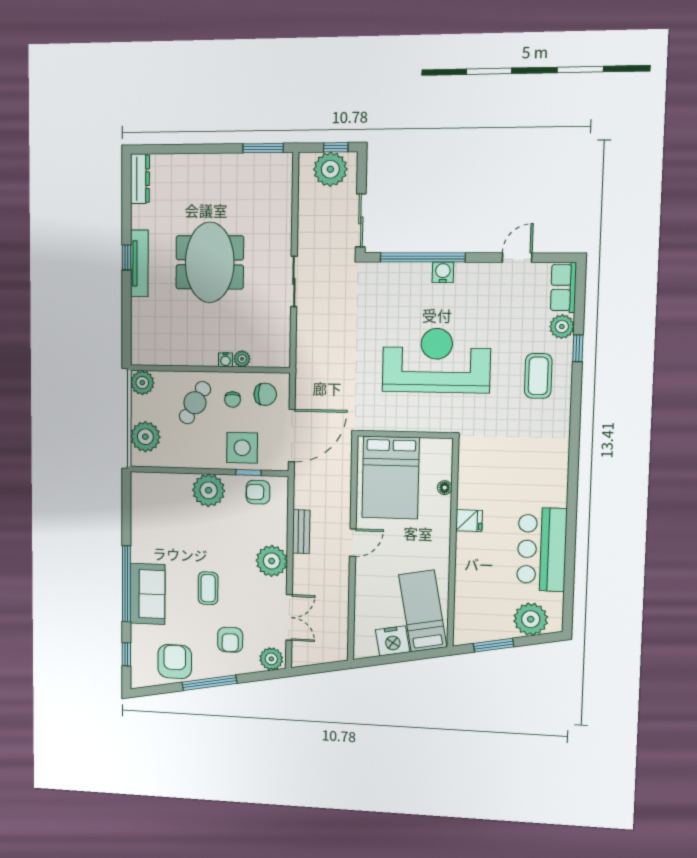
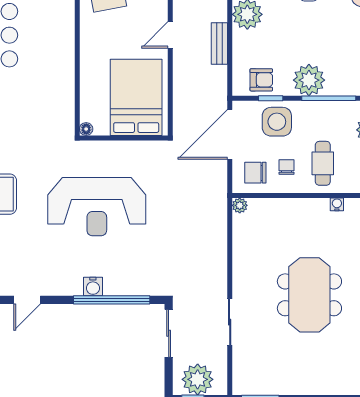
sliding door: (294, 281) -> (230, 322), moved
plant: (242, 359) -> (240, 205), moved
water cooler: (225, 360) -> (337, 204), moved
cafe table: (195, 403) -> (323, 163), turned -30
window: (188, 471) -> (329, 98), added
floor lamp: (445, 488) -> (86, 129), moved
fridge: (469, 521) -> (63, 60), removed

